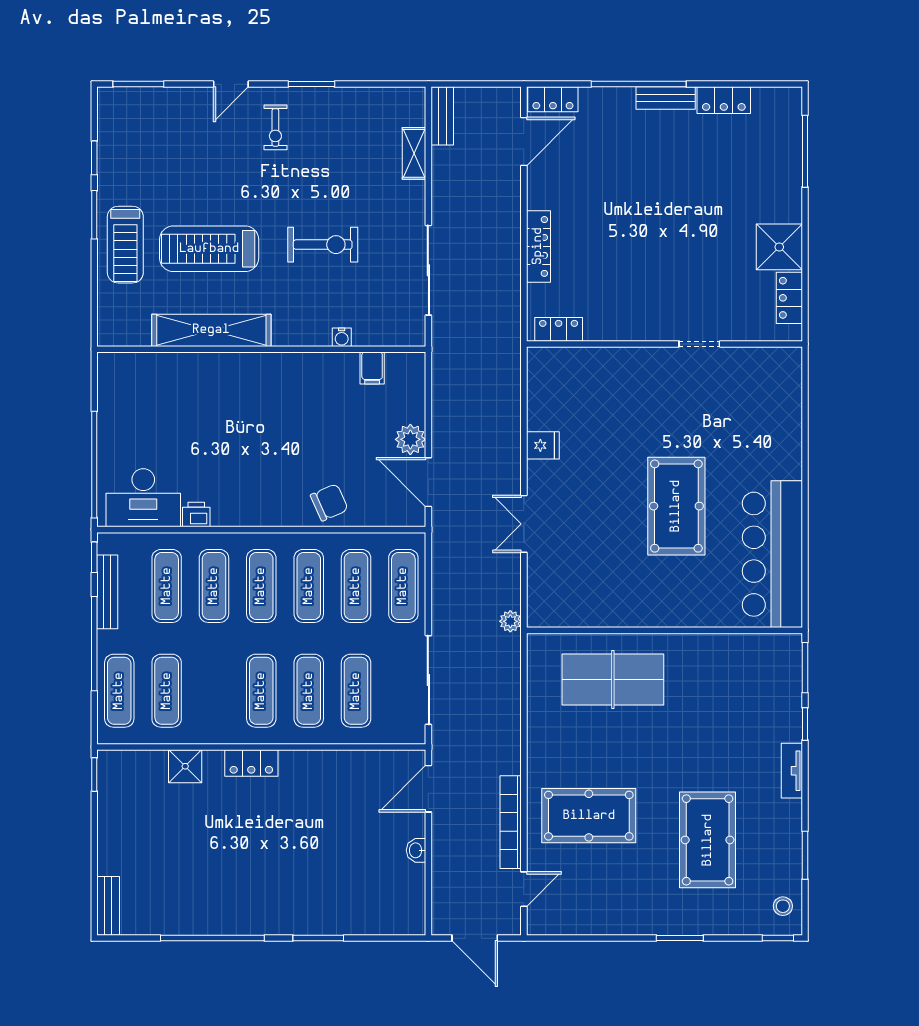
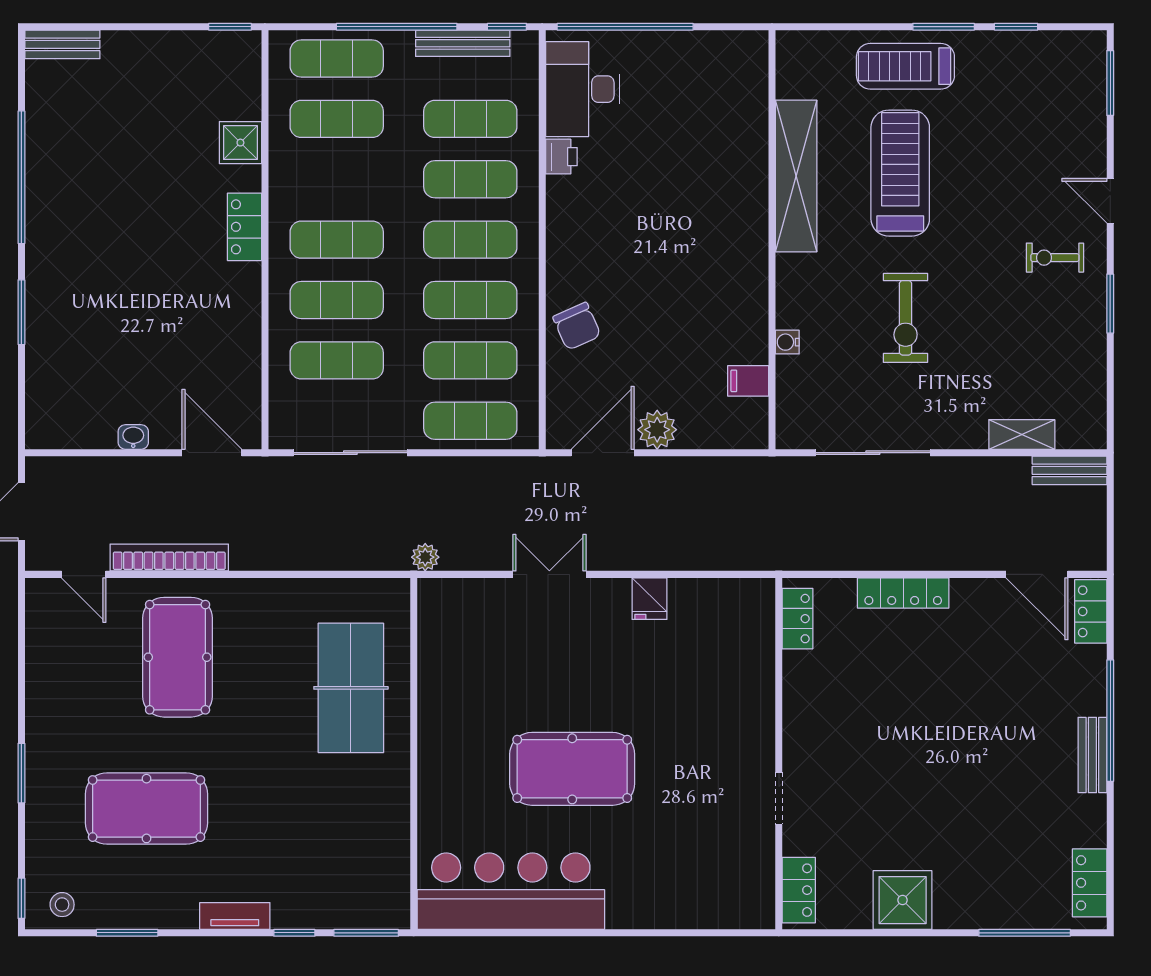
locker: (724, 100) -> (1090, 883), moved
locker: (789, 298) -> (799, 890), moved, turned 90

